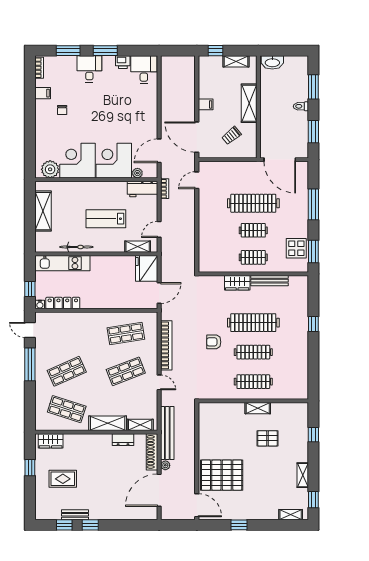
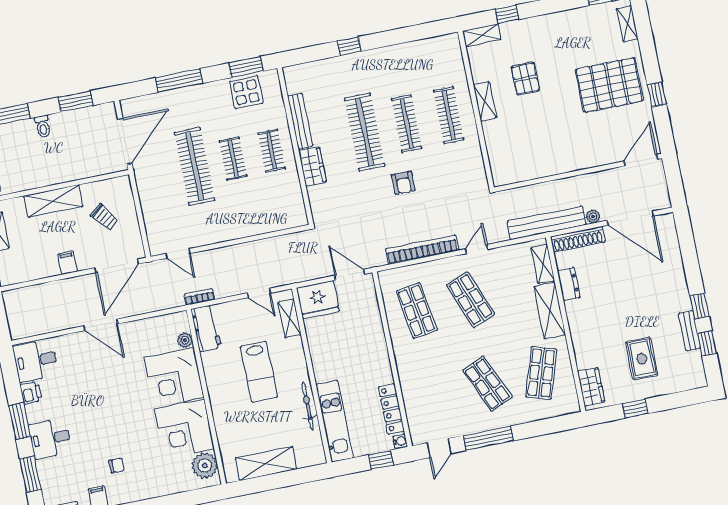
door: (159, 151) -> (101, 325), moved
pallet: (222, 475) -> (609, 85), moved, turned 90
shelving: (303, 475) -> (482, 35), moved

